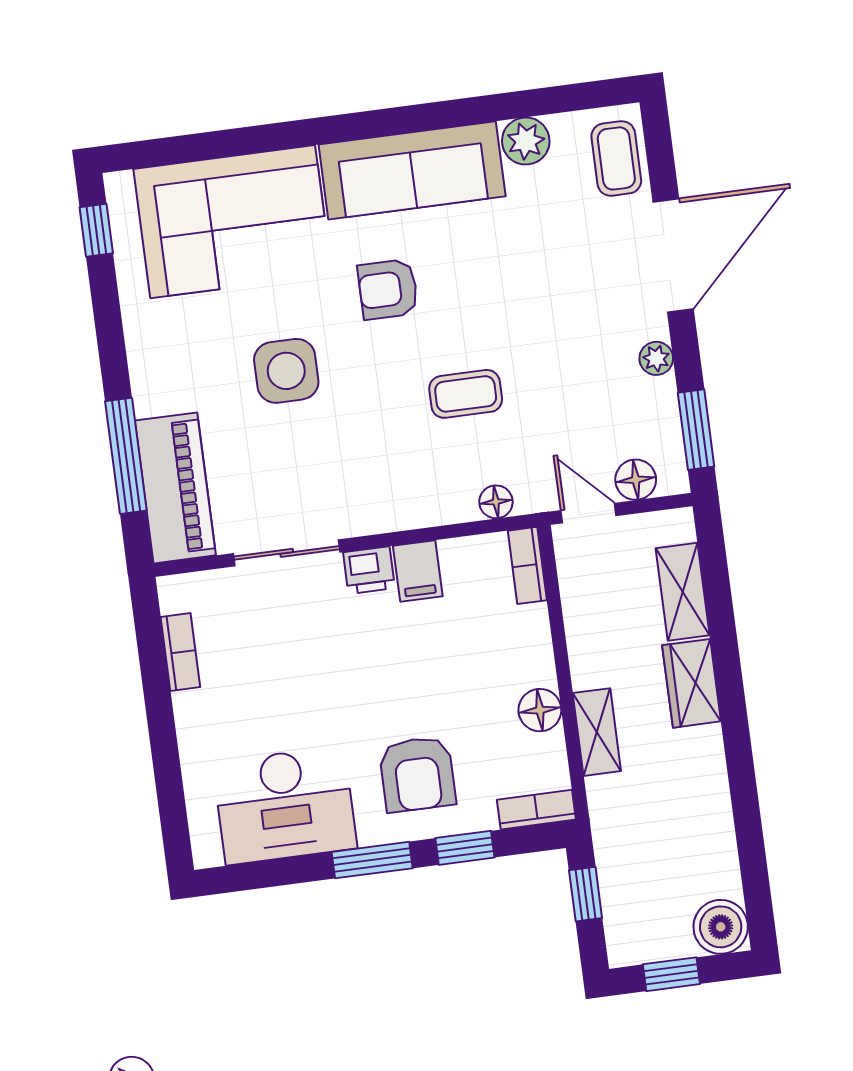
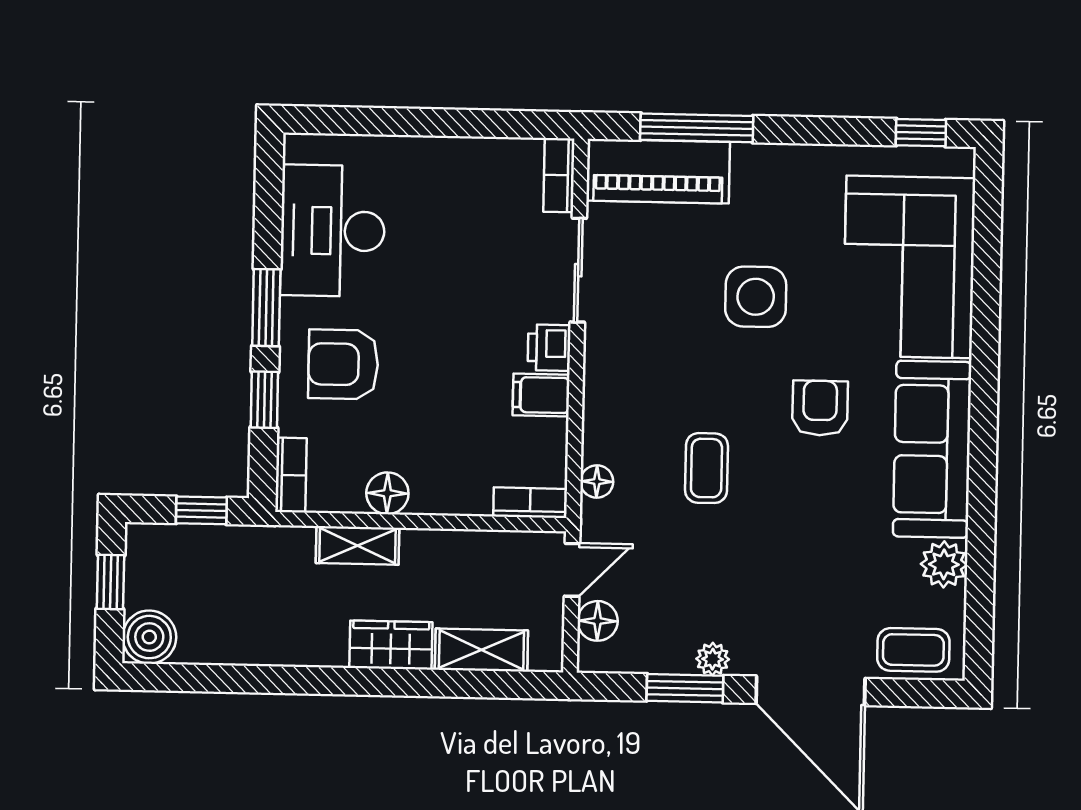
window: (696, 430) -> (685, 688), moved
bookcase: (180, 652) -> (559, 175), moved, turned 90

